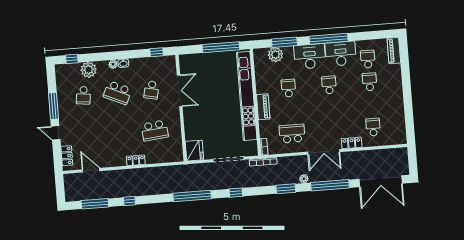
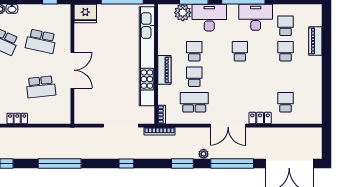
piano: (394, 51) -> (315, 41), moved
desk: (310, 56) -> (209, 18), moved
school desk: (151, 90) -> (41, 41), width x1.85
double door: (180, 91) -> (72, 70), moved
school desk: (290, 111) -> (194, 77), added
fridge: (194, 151) -> (85, 14), moved, turned 90
window: (192, 196) -> (60, 163), moved

